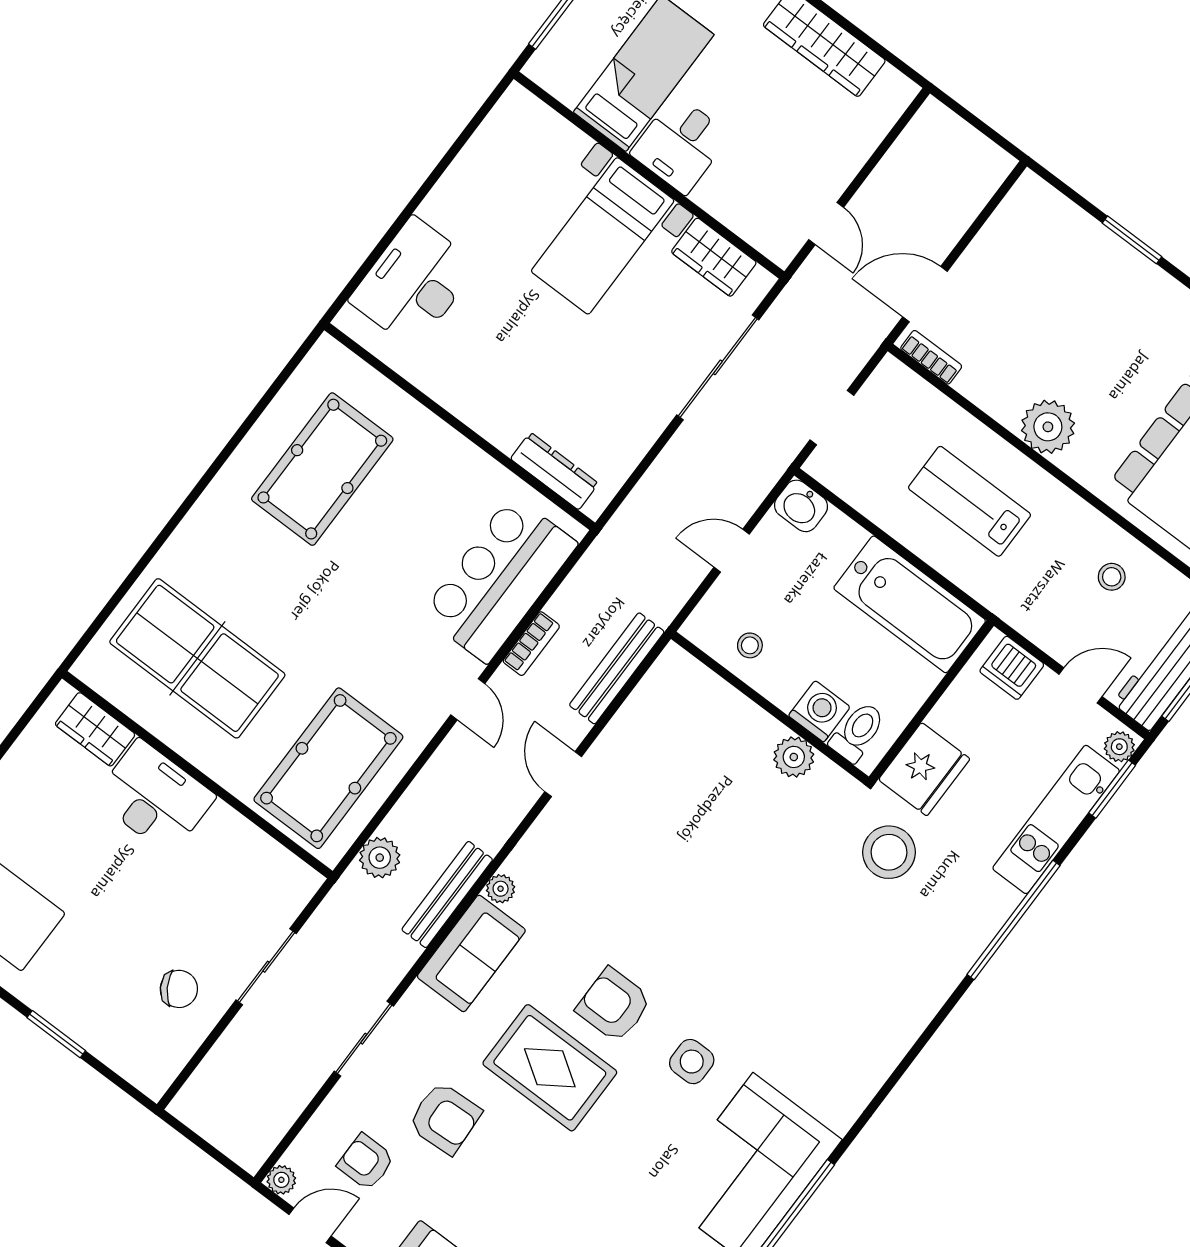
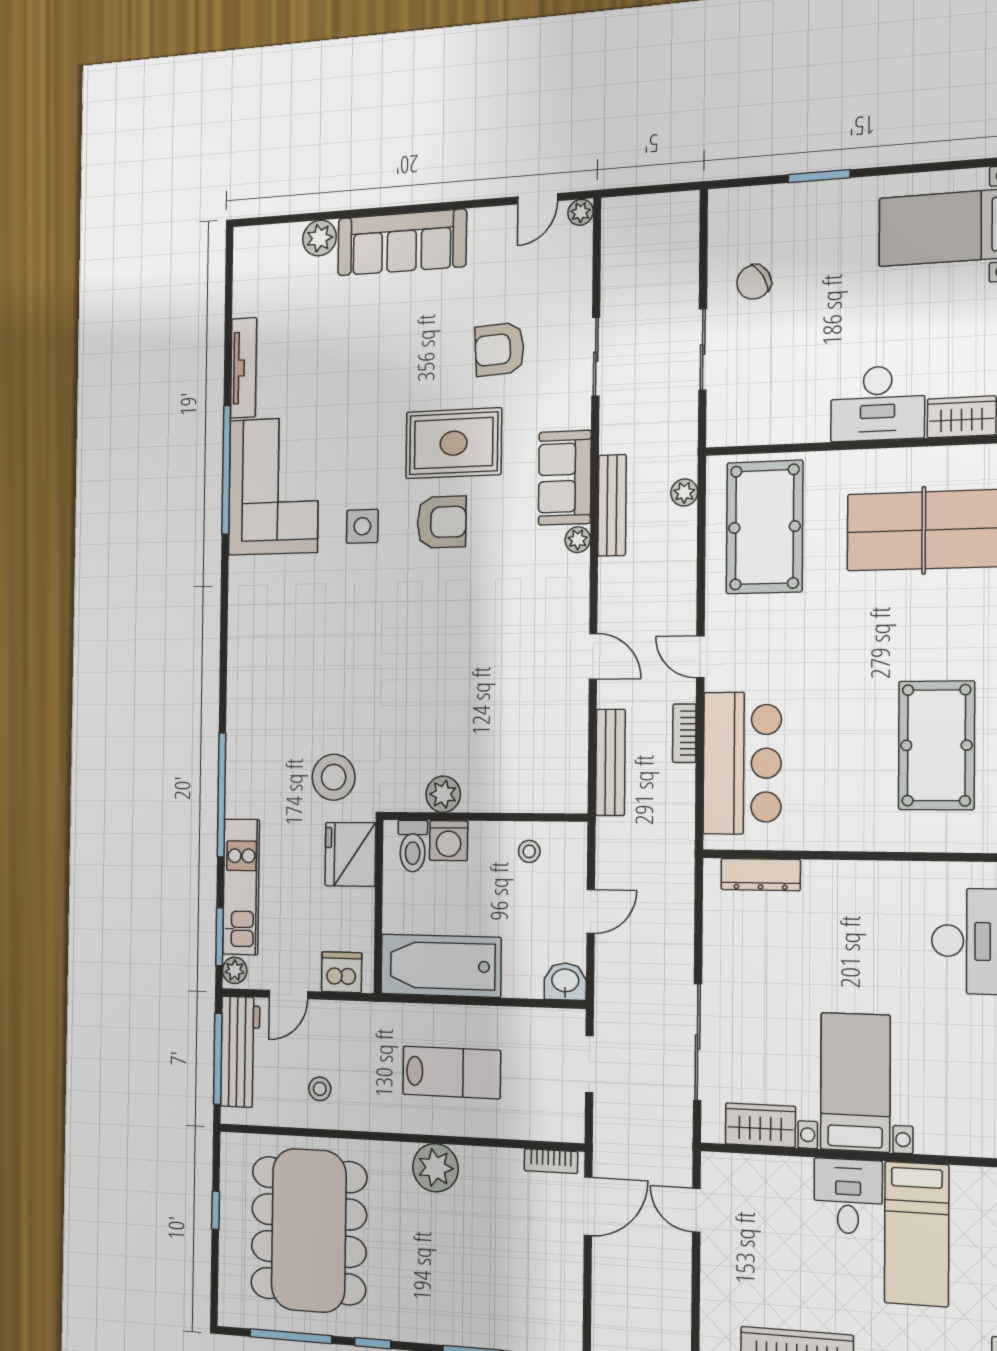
plant: (380, 858) -> (684, 493), width x0.73, depth x0.73
armchair: (366, 1162) -> (531, 274), removed

